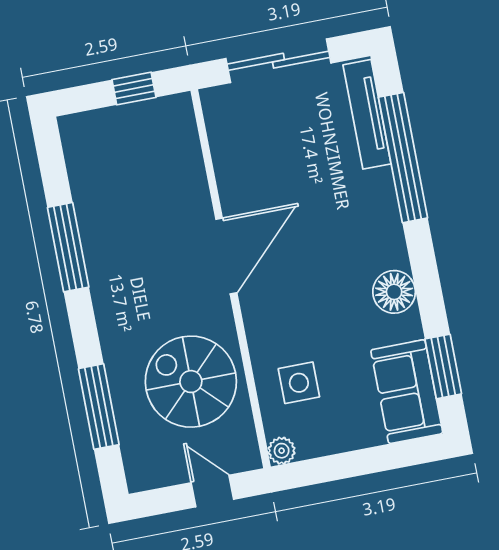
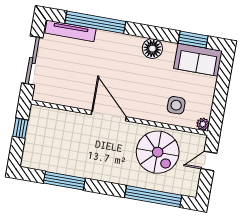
window: (68, 247) -> (64, 181), moved
spiral stairs: (191, 382) -> (158, 152), turned -90
window: (99, 407) -> (153, 196), width x1.46

